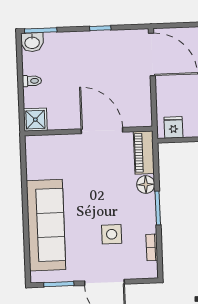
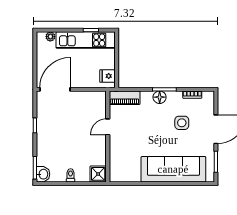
door: (102, 131) -> (108, 127), width x0.53
floor lamp: (146, 184) -> (160, 97), moved

